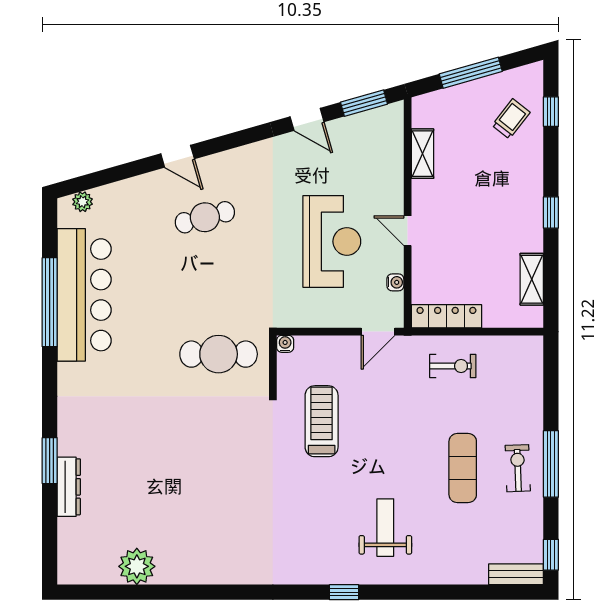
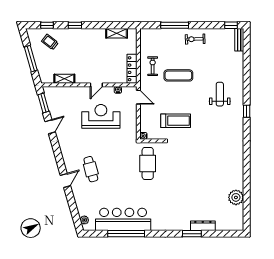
window: (551, 212) -> (75, 25), moved
treadmill: (322, 421) -> (176, 121), turned 180
window: (551, 464) -> (175, 25), moved
exercise mat: (463, 468) -> (178, 75), moved
weight bench: (385, 528) -> (220, 94), turned 90

